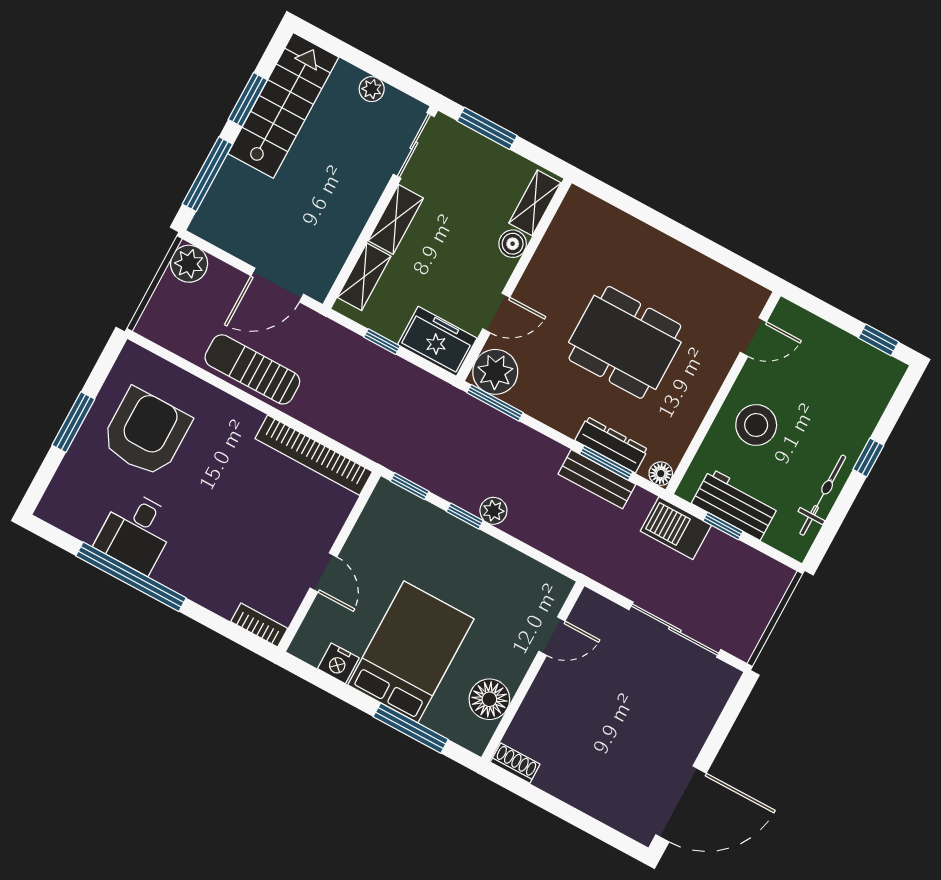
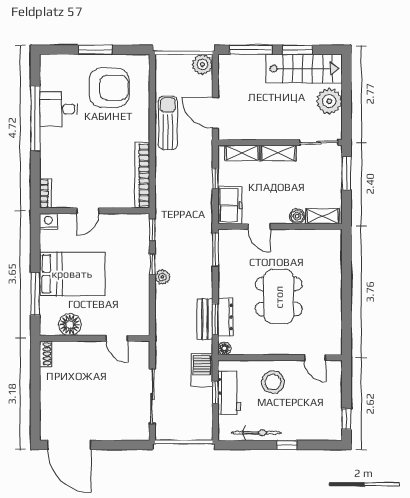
plant: (372, 89) -> (329, 101), width x1.88, depth x1.88
plant: (495, 372) -> (230, 241), removed
nightstand: (338, 663) -> (48, 221), moved, turned 90

